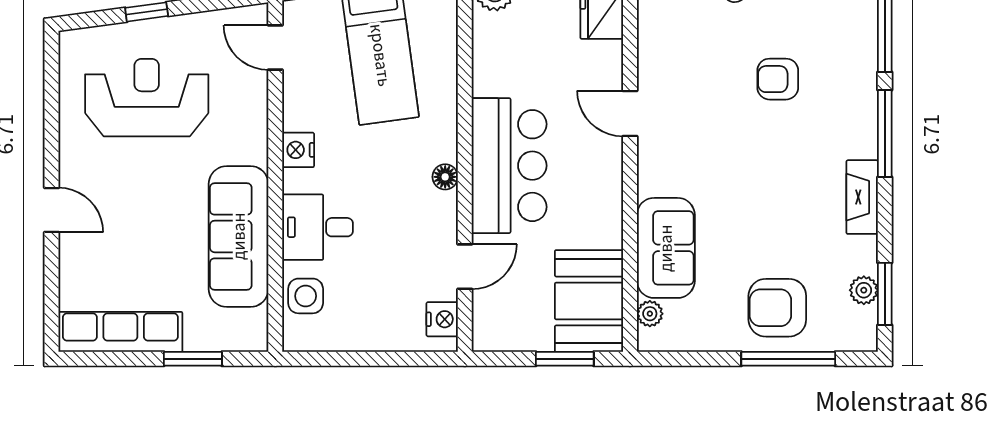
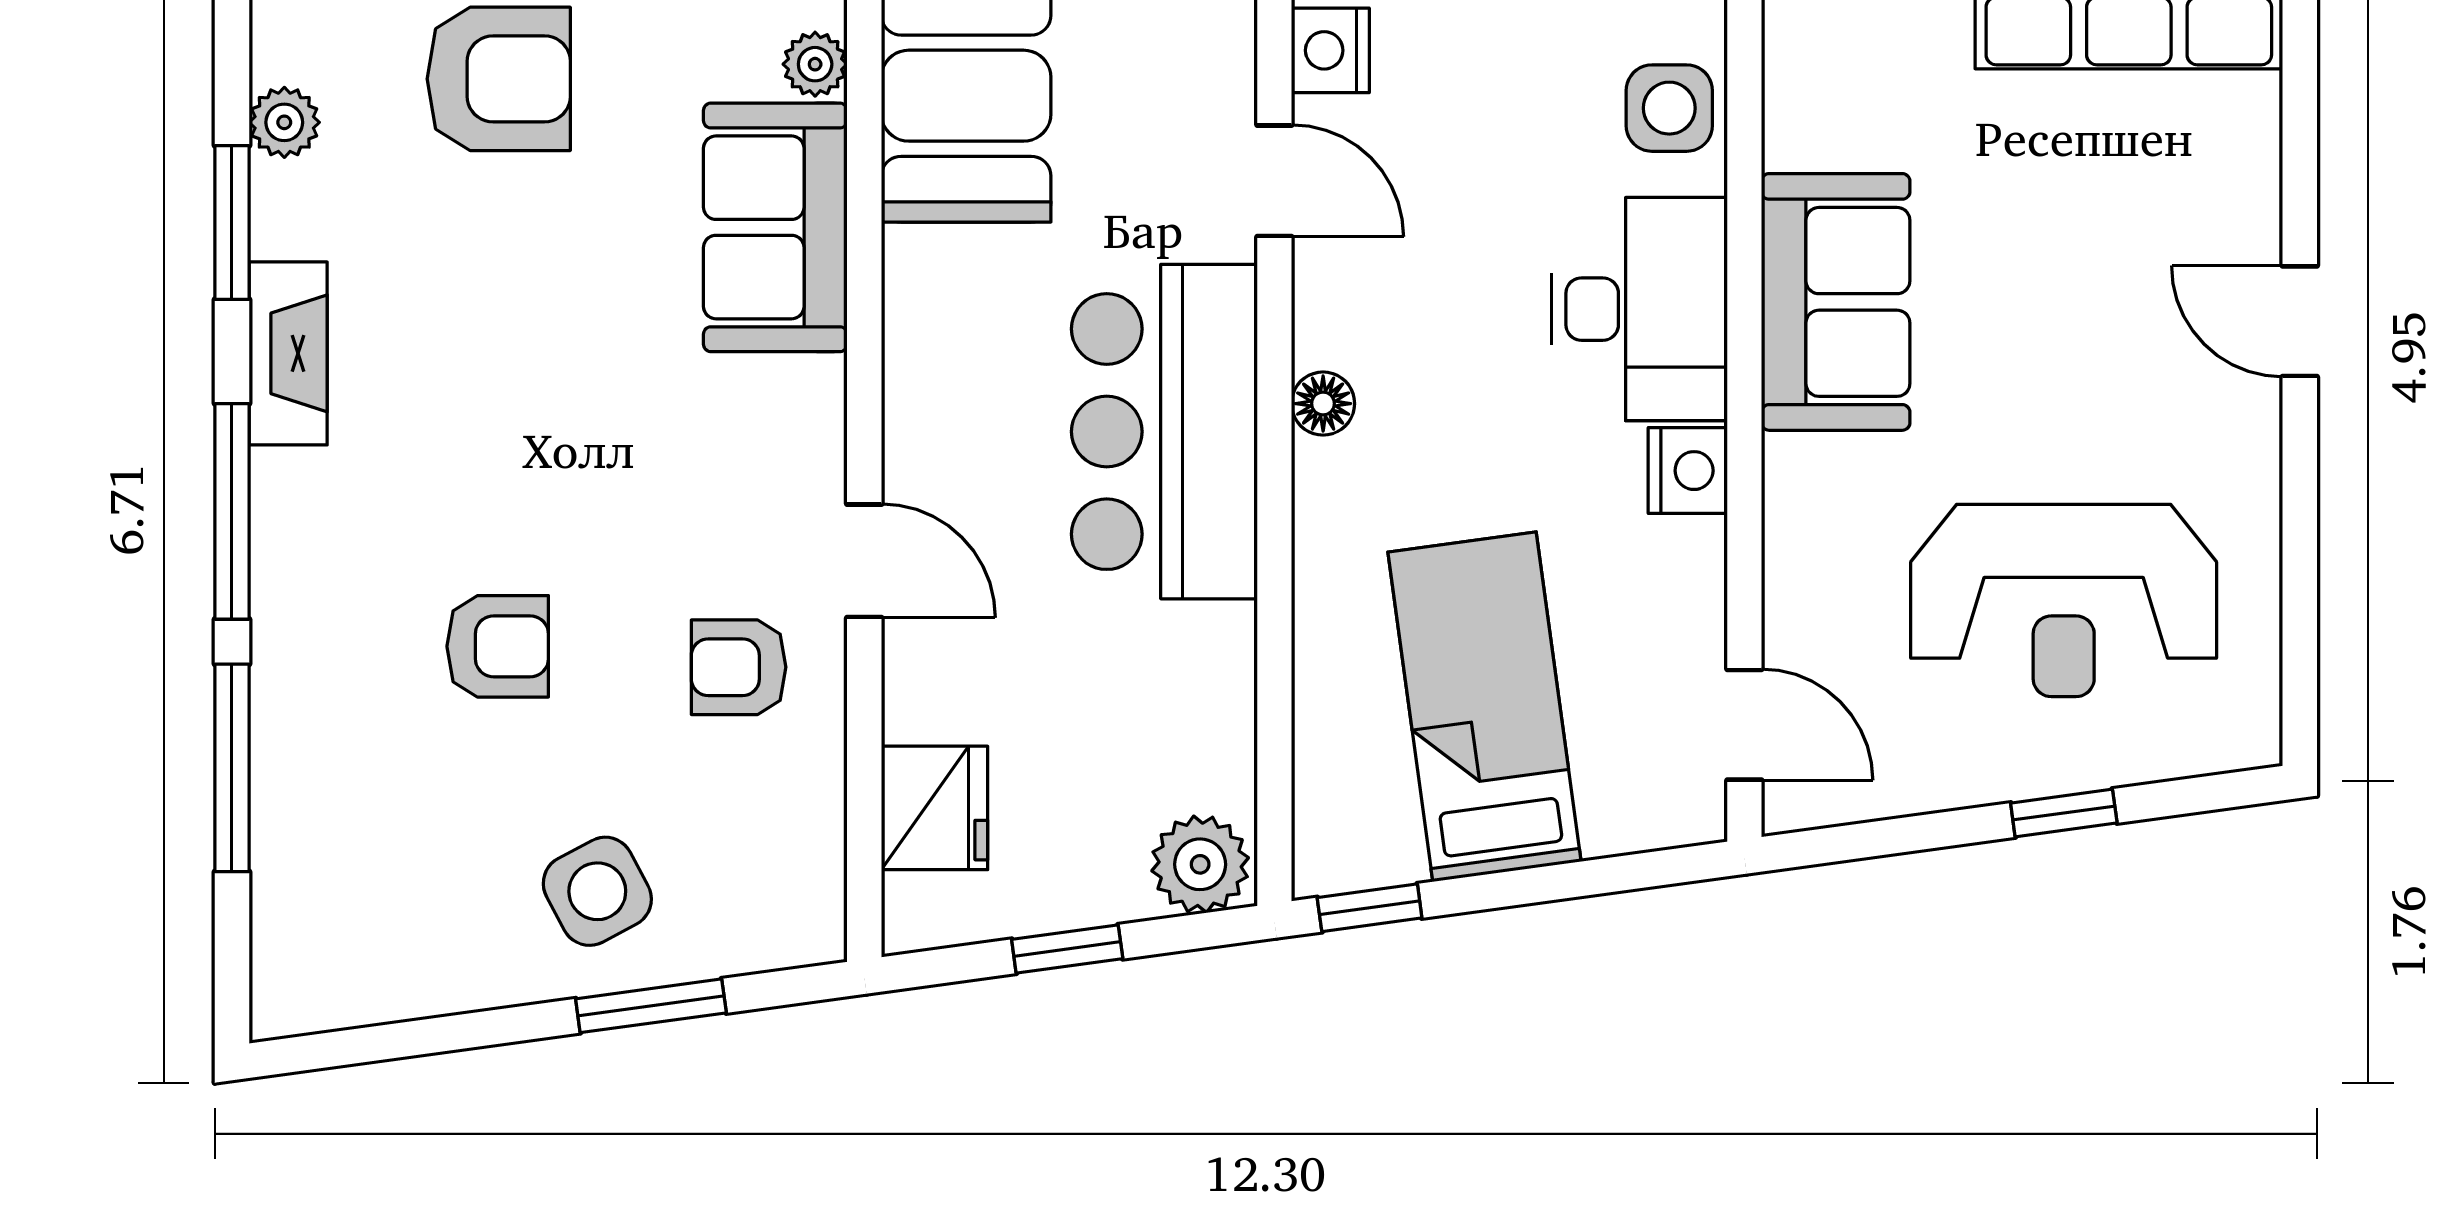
armchair: (681, 71) -> (739, 667), added
desk: (318, 227) -> (1640, 309), width x1.37
sofa: (239, 236) -> (1836, 302), width x0.73
door: (465, 267) -> (1274, 181), swing flipped
window: (885, 294) -> (232, 223), moved

